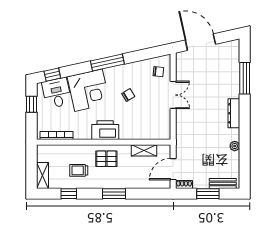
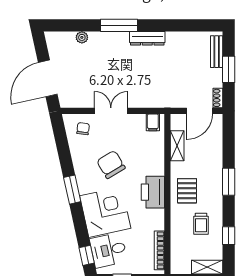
window: (107, 63) -> (72, 190), width x0.69
window: (245, 78) -> (119, 25), moved
chair: (128, 95) -> (111, 165), width x1.87, depth x1.87
dresser: (234, 113) -> (147, 38), moved
filing cabinet: (164, 130) -> (153, 122), added
plant: (235, 146) -> (82, 37), moved
door: (173, 169) -> (200, 111), hinge flipped

